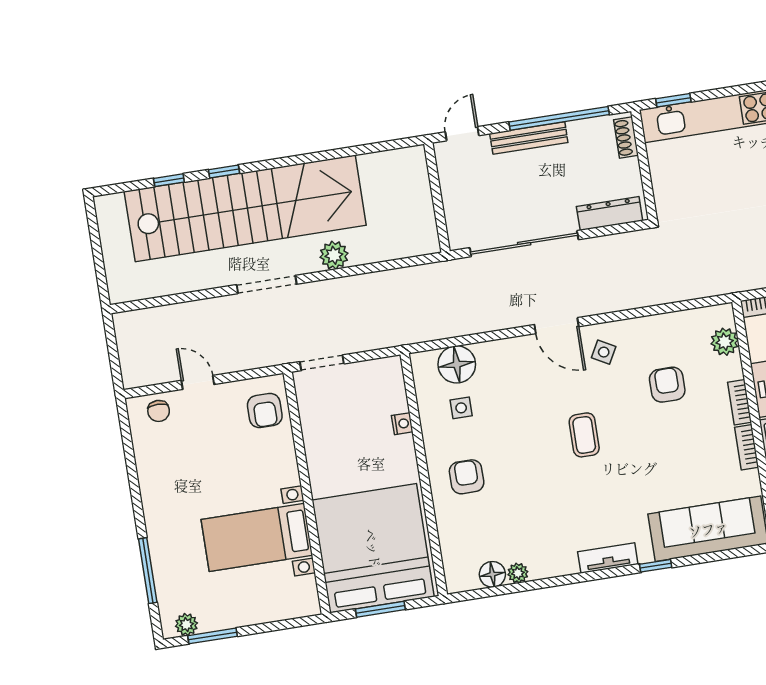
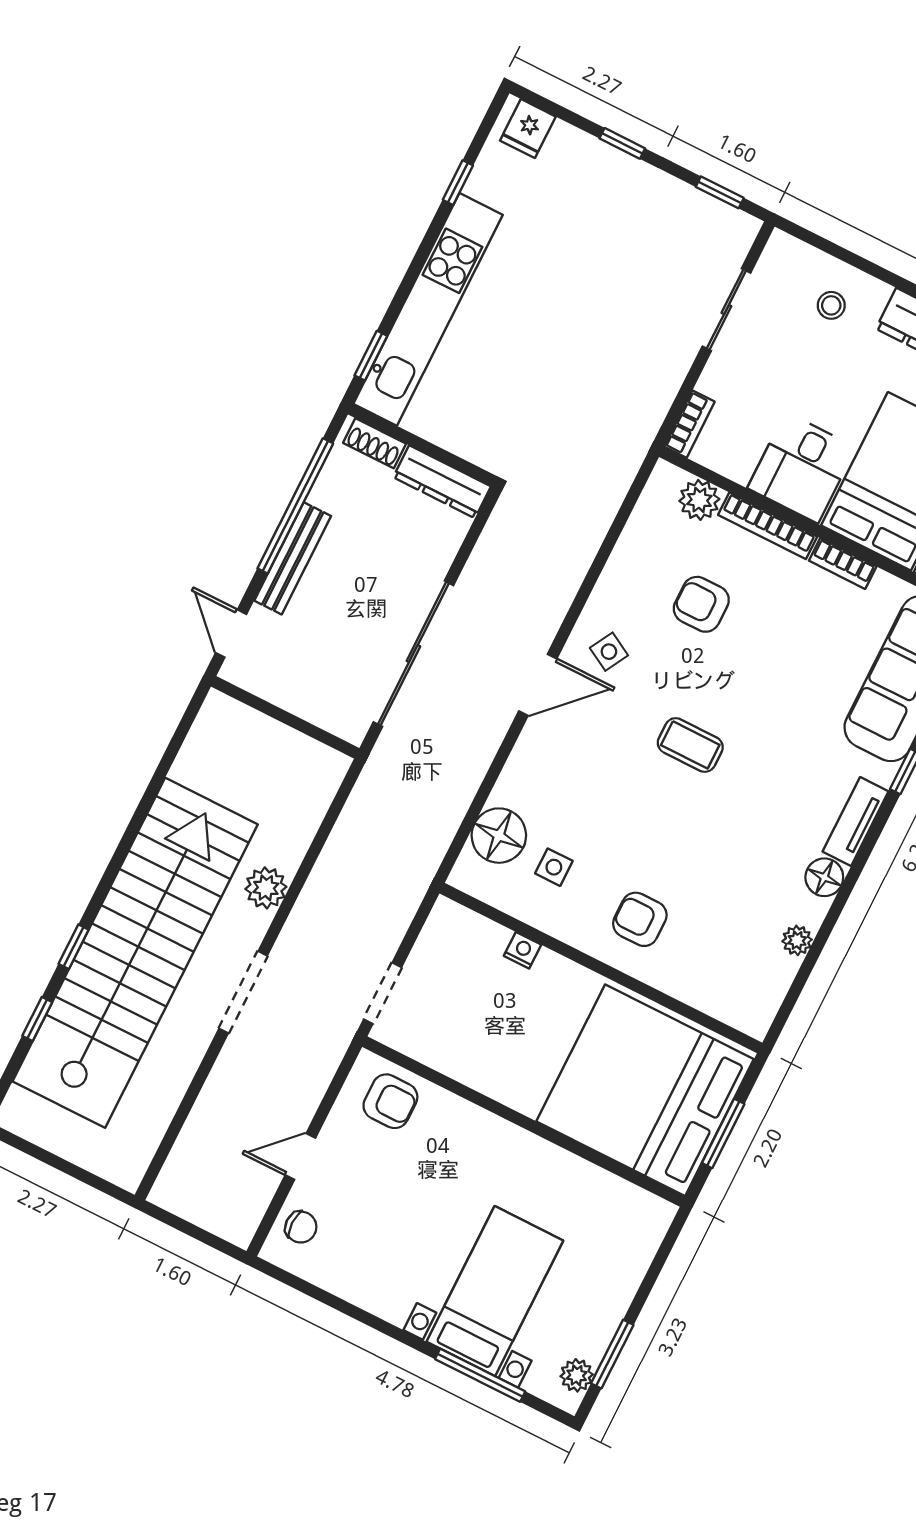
dresser: (610, 214) -> (442, 482), moved, turned -90
bookcase: (740, 402) -> (768, 526), width x1.56
bed with nightstands: (257, 537) -> (495, 1291), moved, turned 180
floor lamp: (492, 574) -> (824, 877), moved

